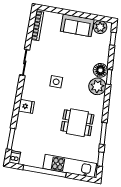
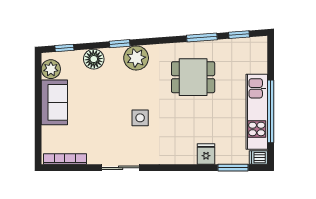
floor lamp: (100, 70) -> (94, 59), moved
fridge: (26, 106) -> (206, 154), moved
dining table: (77, 123) -> (193, 77), turned 90
kitchen unit: (70, 166) -> (257, 112), moved

